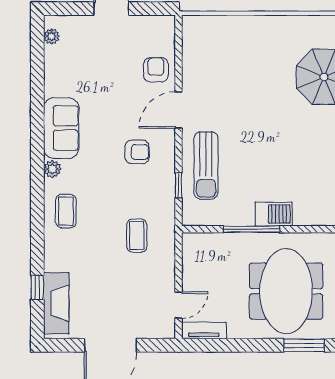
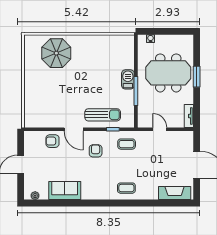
sofa: (61, 128) -> (65, 191), moved
plant: (52, 169) -> (104, 195), removed
coffee table: (137, 236) -> (127, 144), moved
window: (37, 287) -> (166, 203), removed
door: (178, 305) -> (160, 129), moved
window: (304, 345) -> (197, 77), moved

